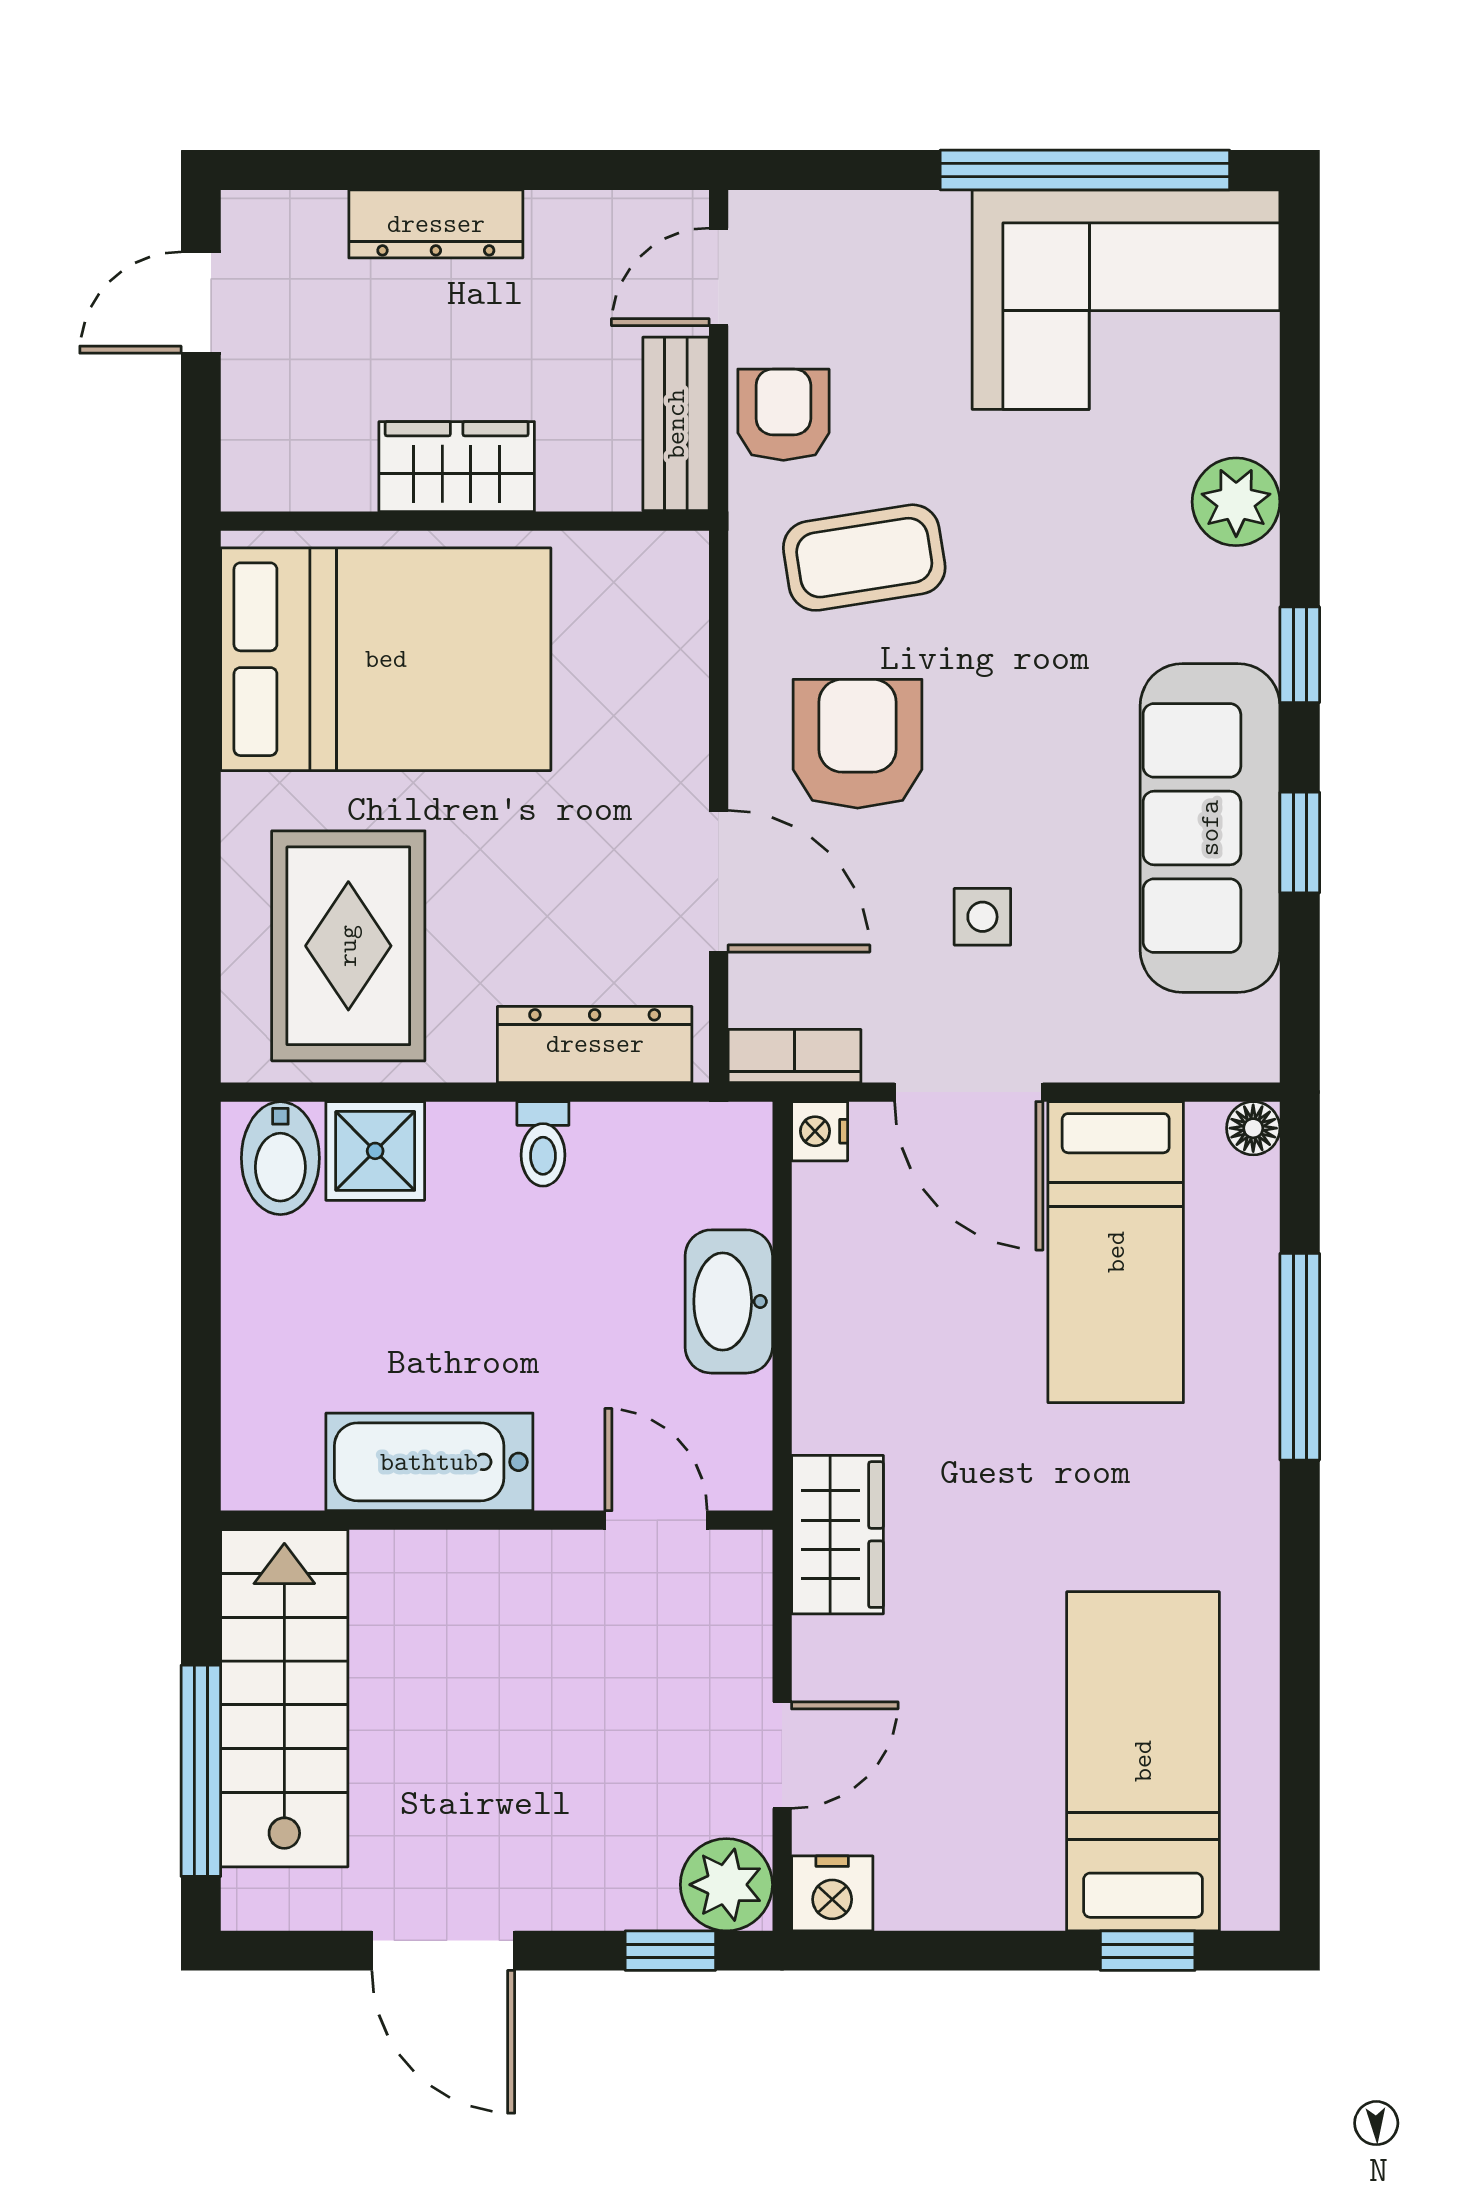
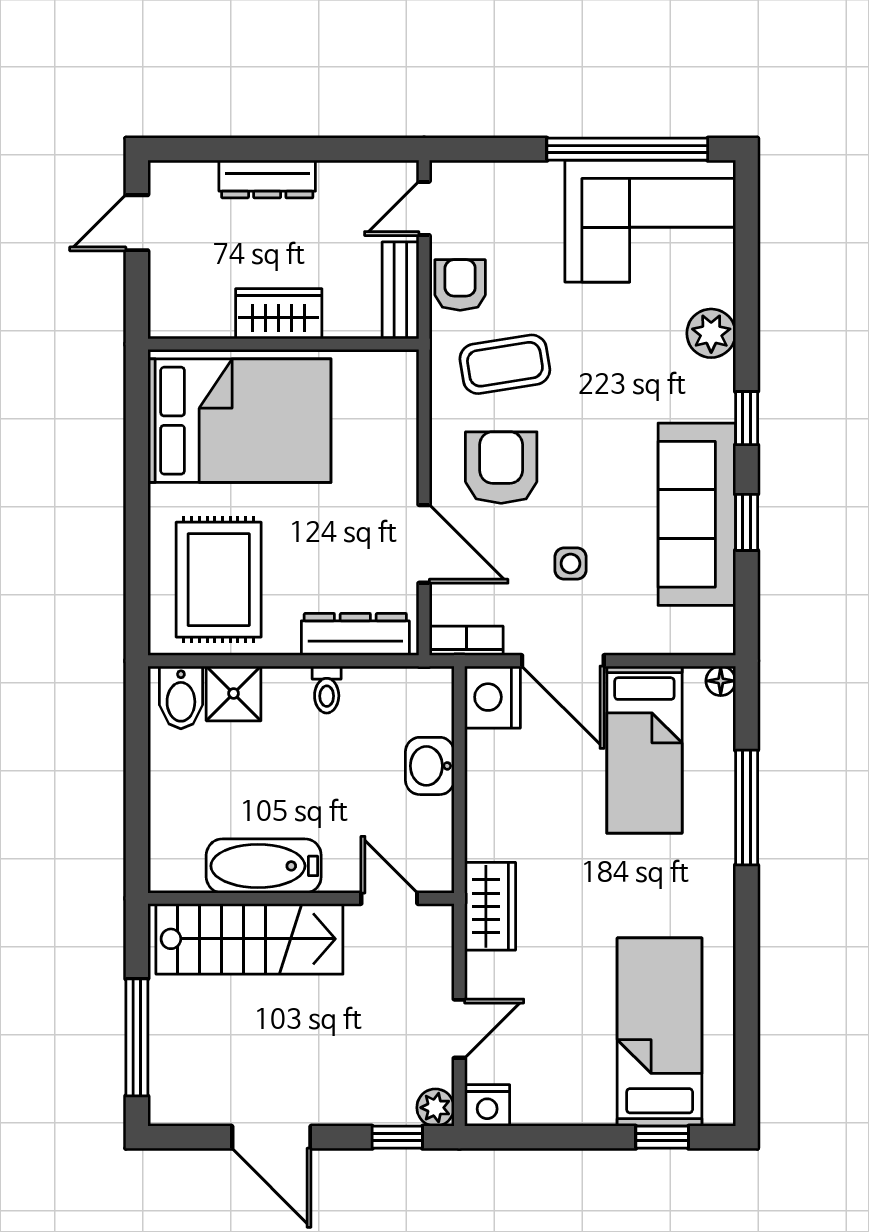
nightstand: (820, 1131) -> (492, 697), width x1.89, depth x1.79
washbasin: (729, 1301) -> (430, 766), width x0.72
stairs: (284, 1698) -> (249, 939), moved, turned 90
plant: (726, 1885) -> (435, 1108), width x0.73, depth x0.73

